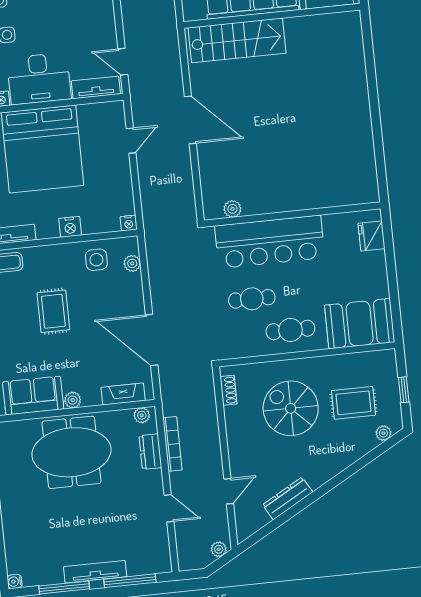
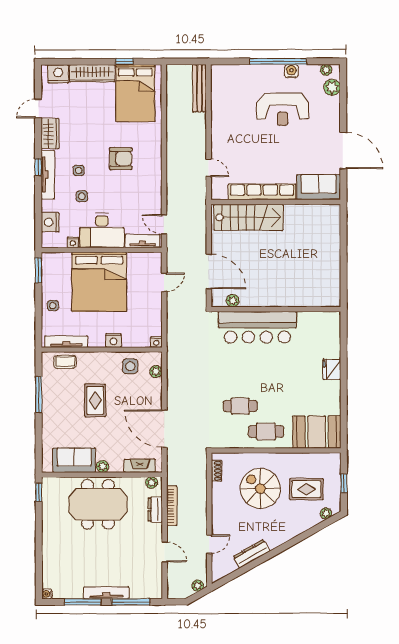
plant: (232, 209) -> (233, 301), moved
wall: (292, 215) -> (276, 309), moved
bar counter: (270, 242) -> (257, 327), moved

